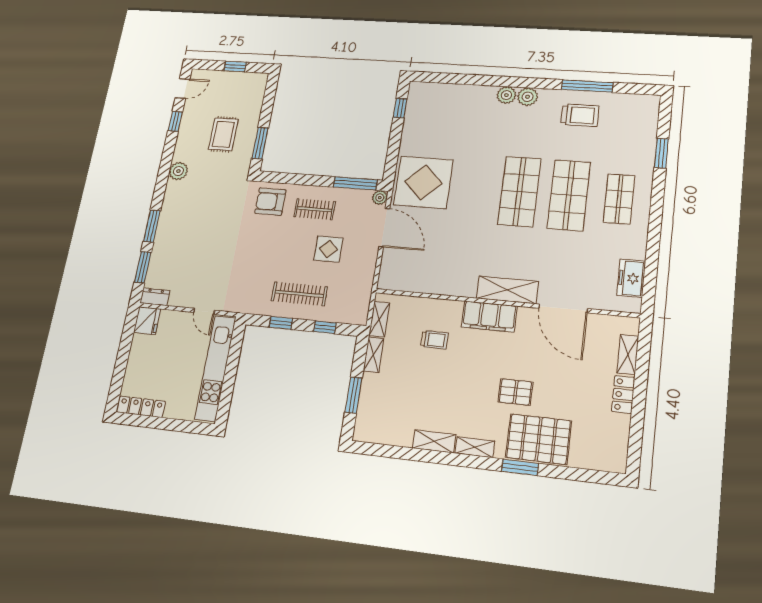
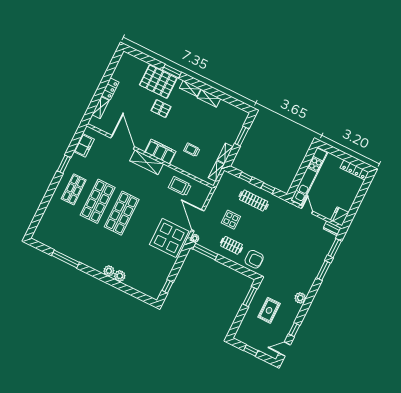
plant: (528, 97) -> (120, 276), moved
trolley: (580, 115) -> (180, 186), moved
window: (661, 153) -> (64, 164), moved

